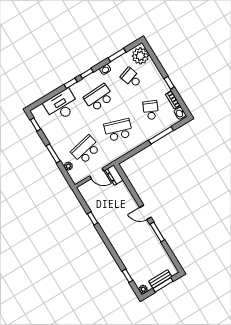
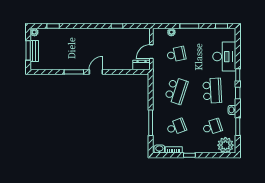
school desk: (151, 110) -> (176, 127), turned -45
school desk: (86, 150) -> (176, 54), width x0.54

